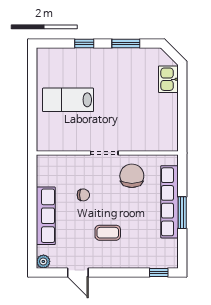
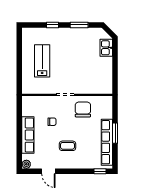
lab bench: (68, 100) -> (42, 61), turned 90
row of seats: (170, 202) -> (107, 142), moved

